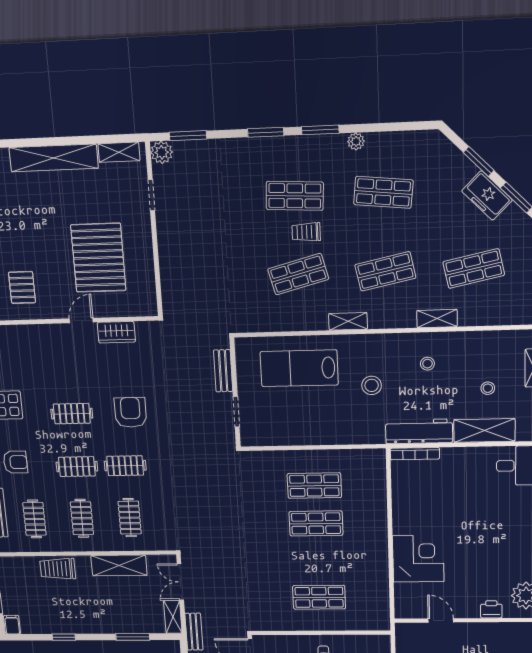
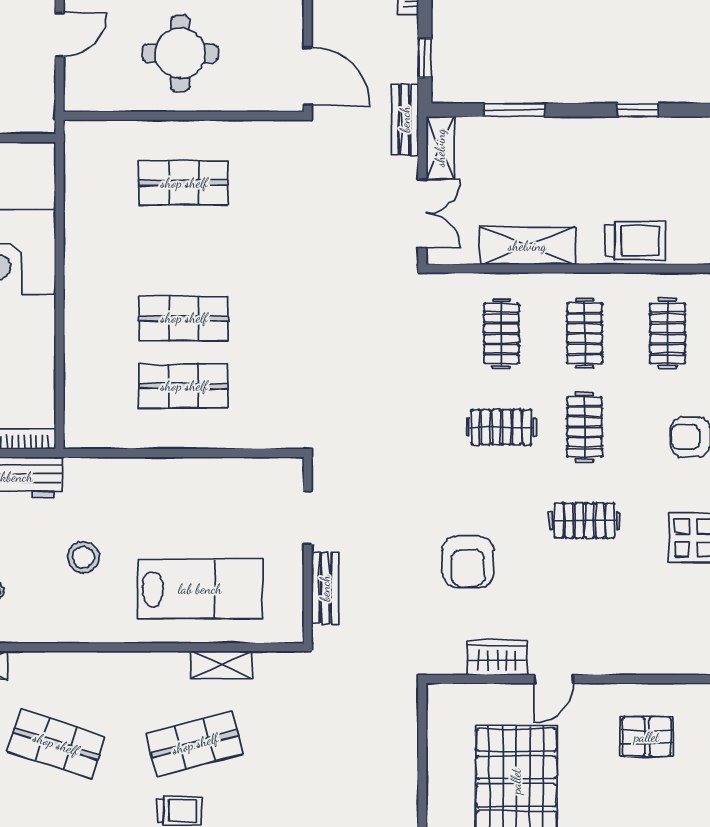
shop shelf: (385, 271) -> (56, 744), turned 30
pallet: (22, 287) -> (647, 737), turned 90
shelving: (348, 321) -> (222, 665), moved
armchair: (131, 412) -> (468, 562), moved
clothes rail: (77, 467) -> (584, 427), turned 90

